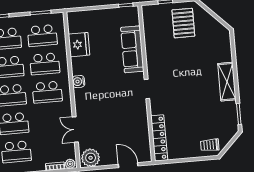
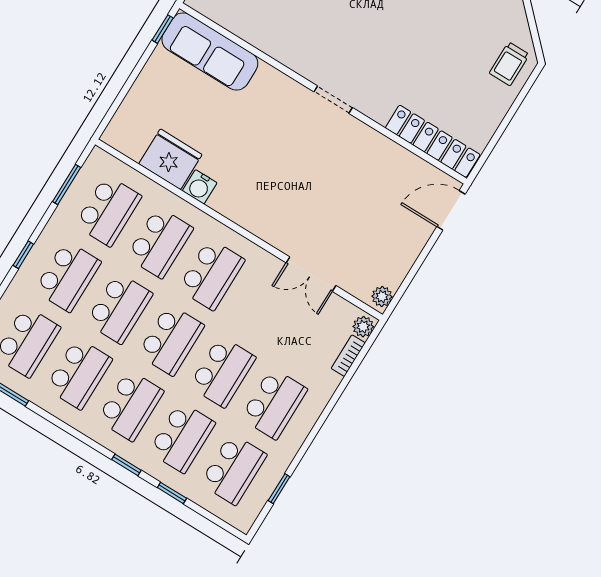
sofa: (132, 49) -> (210, 52), moved
water cooler: (78, 82) -> (200, 187), moved
plant: (91, 158) -> (382, 296), width x0.53, depth x0.53
door: (128, 165) -> (451, 210), moved

